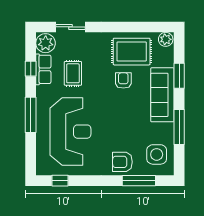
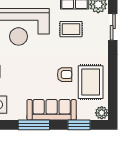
window: (179, 76) -> (79, 125), moved
window: (179, 127) -> (34, 125), moved

